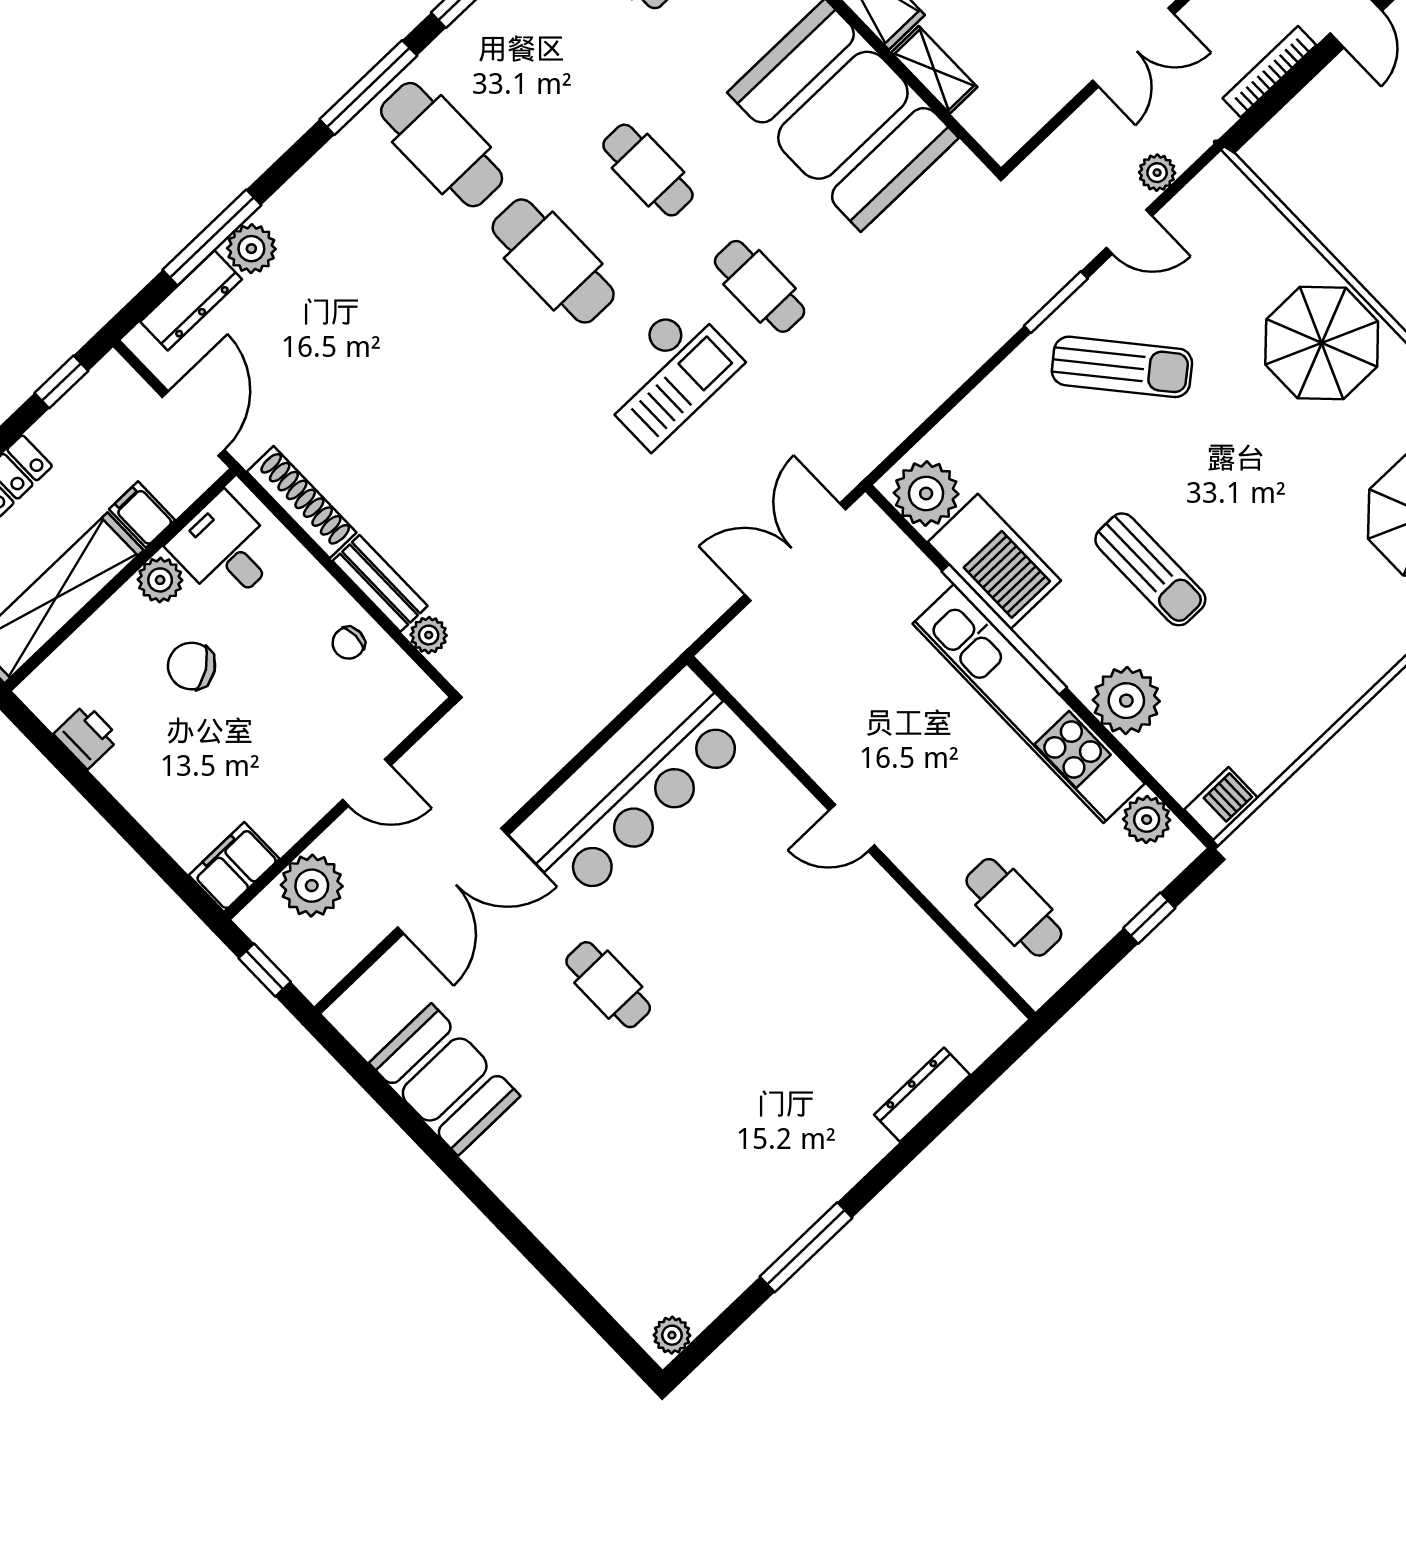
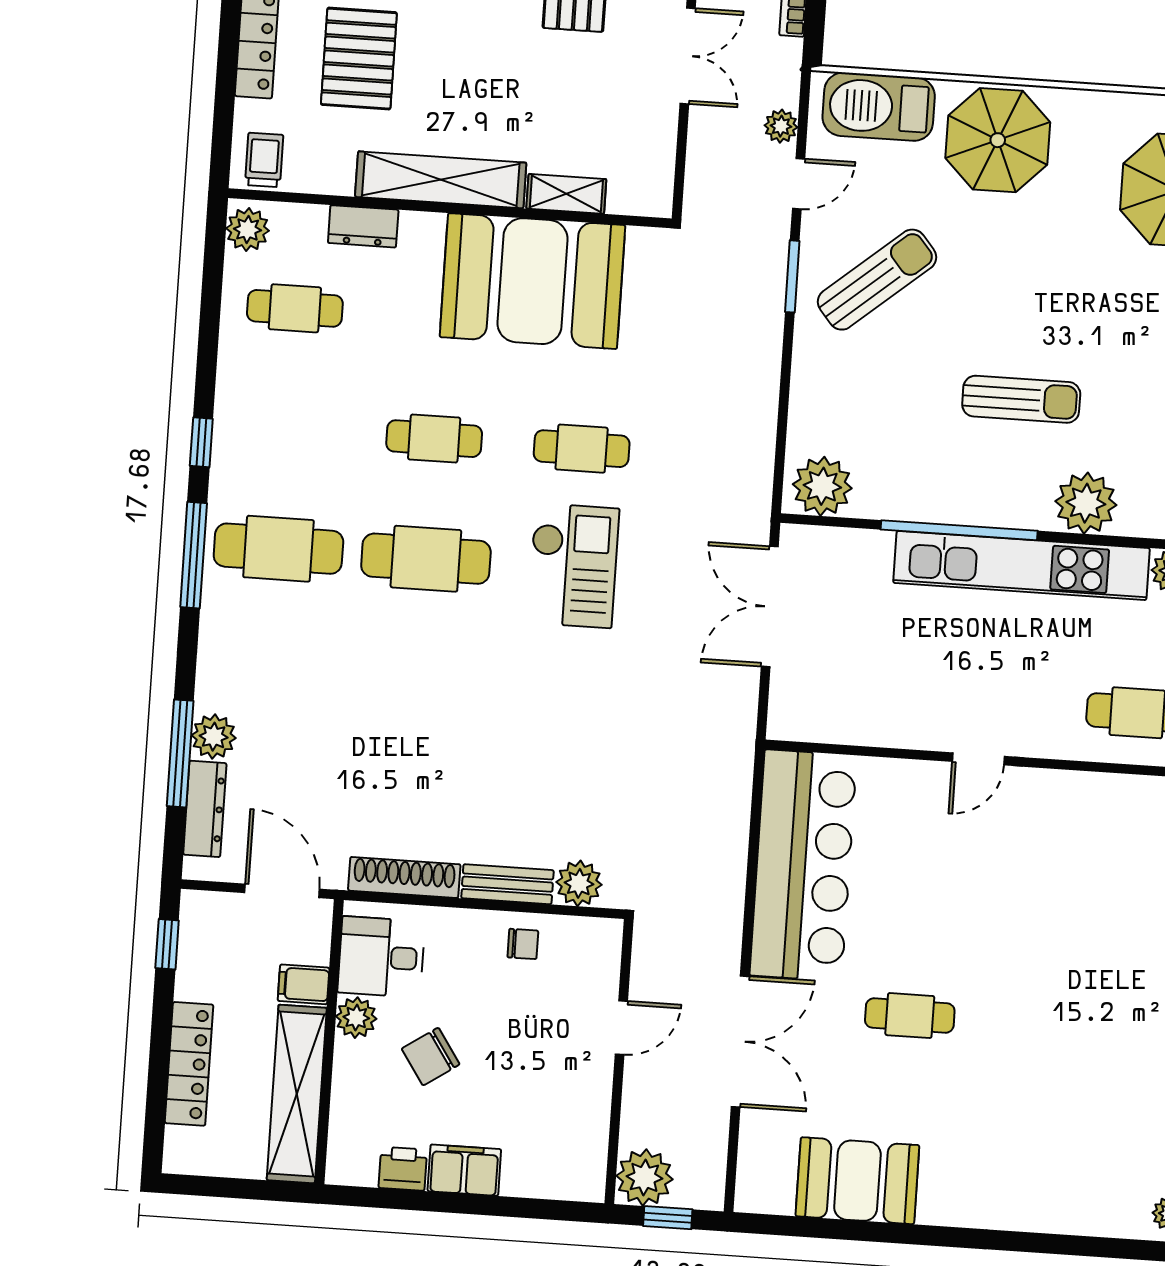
barbecue: (994, 561) -> (879, 107), moved, turned 180
plant: (429, 635) -> (579, 883), width x1.38, depth x1.38
chair: (349, 643) -> (523, 944), turned -90
filing cabinet: (234, 867) -> (464, 1170), moved, turned 90
plant: (312, 886) -> (644, 1177), moved

